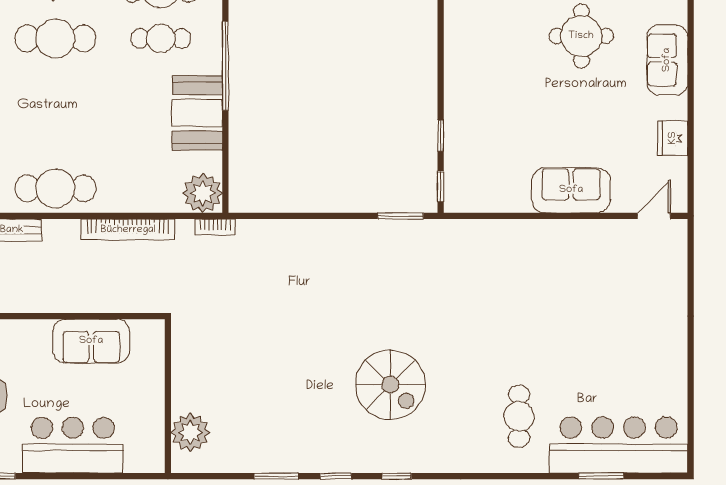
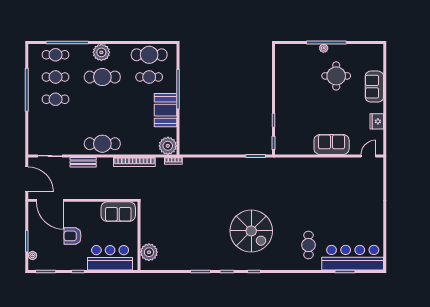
spiral stairs: (390, 385) -> (251, 231), width x1.37, depth x1.37
wall: (168, 396) -> (139, 236), moved
plant: (190, 432) -> (149, 252), moved

